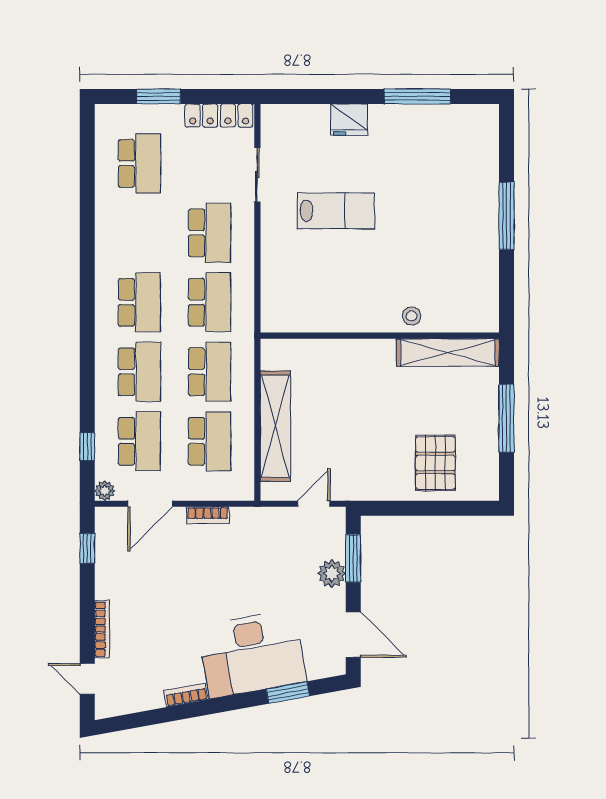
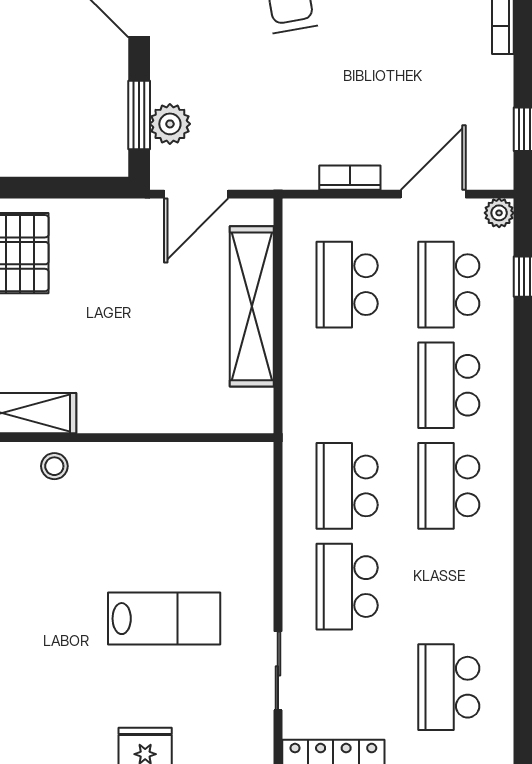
lab bench: (336, 211) -> (164, 619), turned 180
school desk: (210, 372) -> (347, 385), removed
door: (314, 504) -> (196, 194), width x1.38
plant: (332, 573) -> (170, 124), moved

